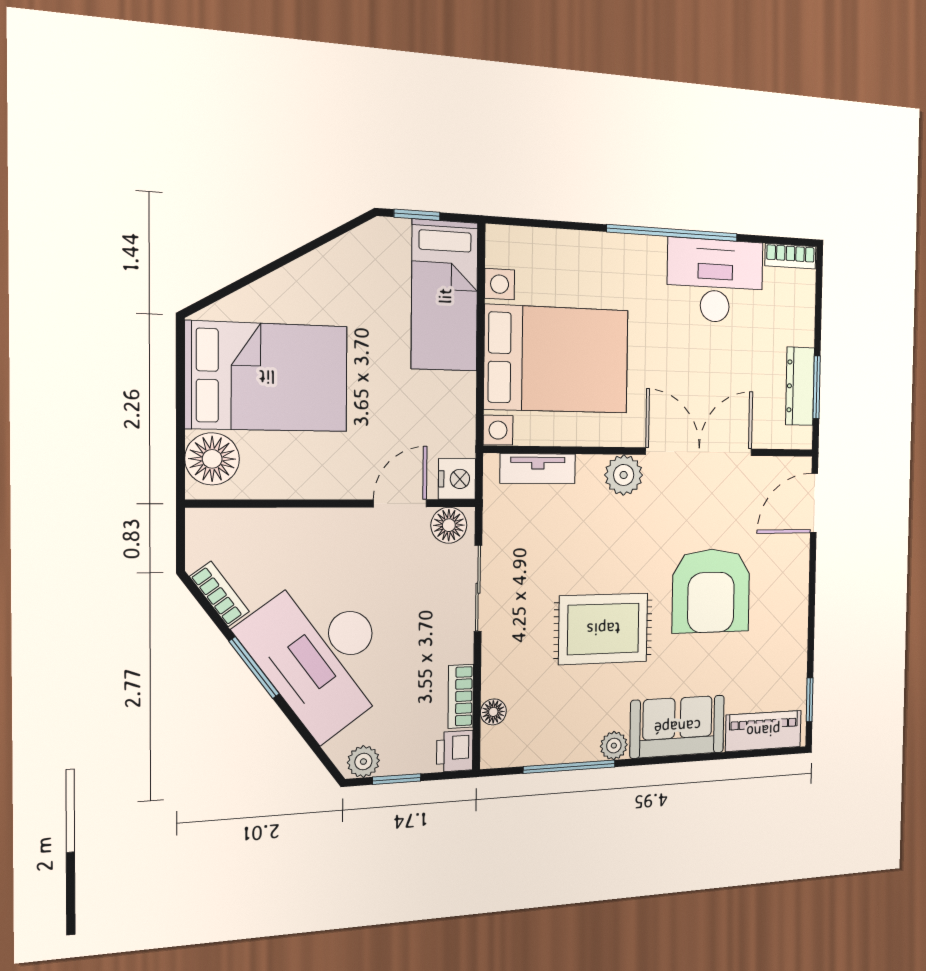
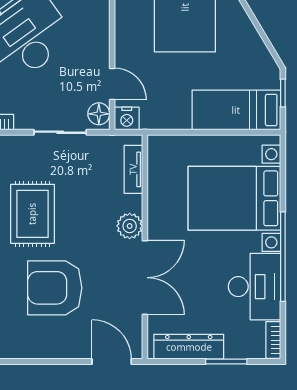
bed with nightstands: (557, 359) -> (234, 198), moved, turned 90
dresser: (800, 386) -> (189, 347), width x1.37, depth x1.24
window: (817, 387) -> (226, 361), moved

